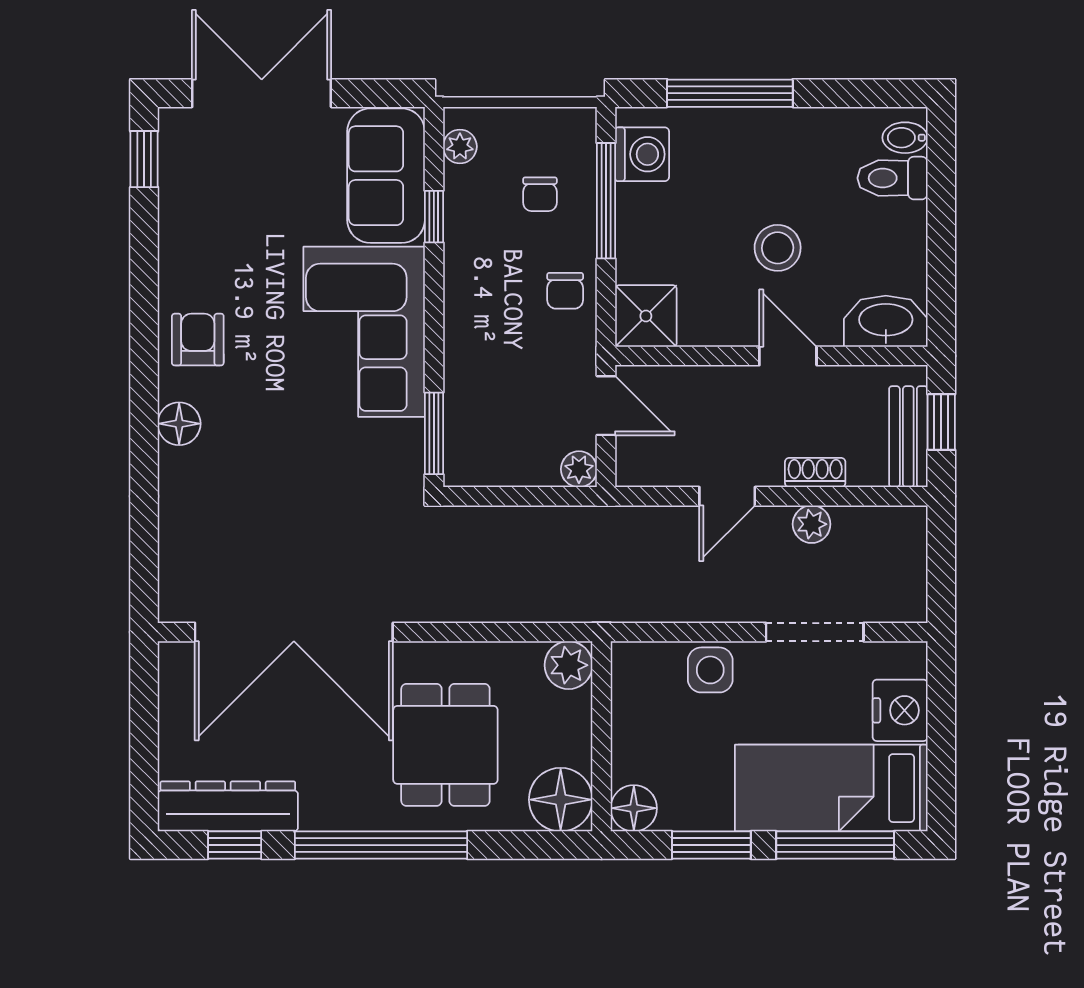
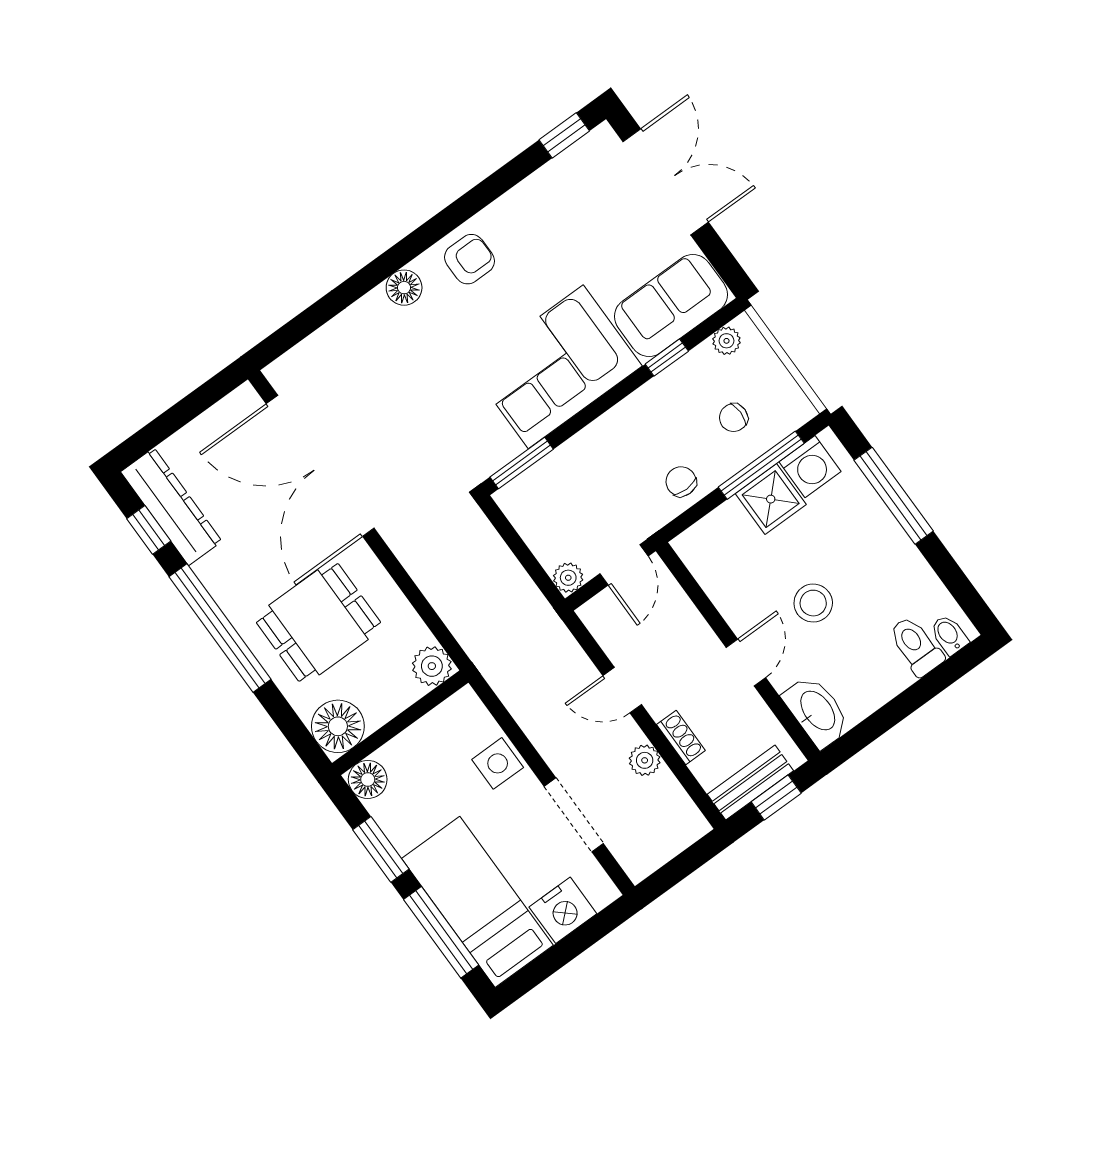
chair: (565, 291) -> (681, 482), turned 89
shower: (646, 316) -> (771, 499), moved

